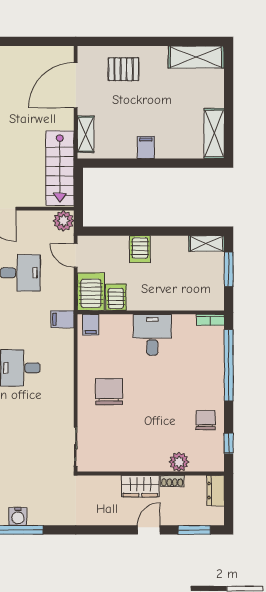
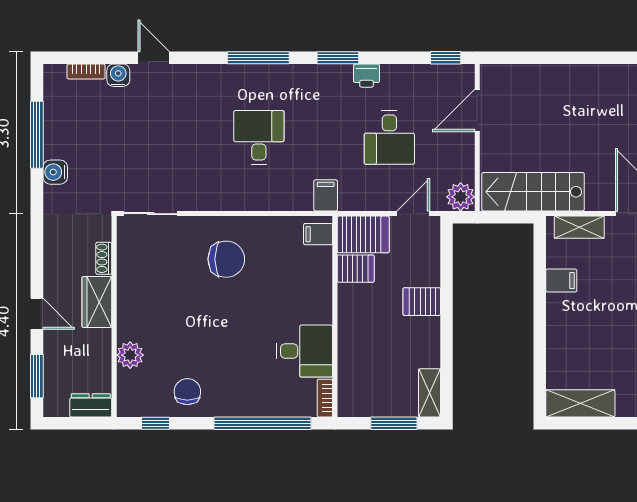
filing cabinet: (146, 147) -> (561, 281), moved
desk: (152, 335) -> (304, 351), moved
chair: (206, 420) -> (187, 392), turned -90
shoe rack: (172, 481) -> (104, 258), moved
water cooler: (18, 516) -> (55, 172), moved

